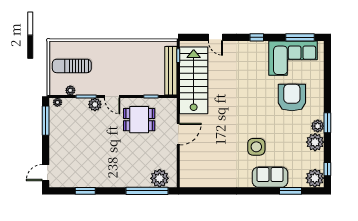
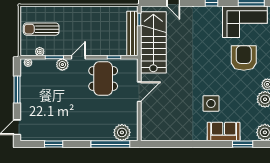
door: (112, 97) -> (78, 57), swing flipped
dining table: (139, 120) -> (103, 79), width x1.38
window: (46, 121) -> (17, 90), moved

